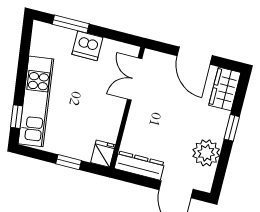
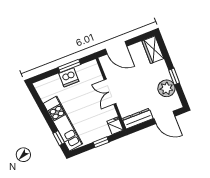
window: (71, 24) -> (69, 66), moved
door: (195, 56) -> (116, 48), moved
double door: (135, 79) -> (110, 92), moved
window: (232, 128) -> (174, 77), moved

